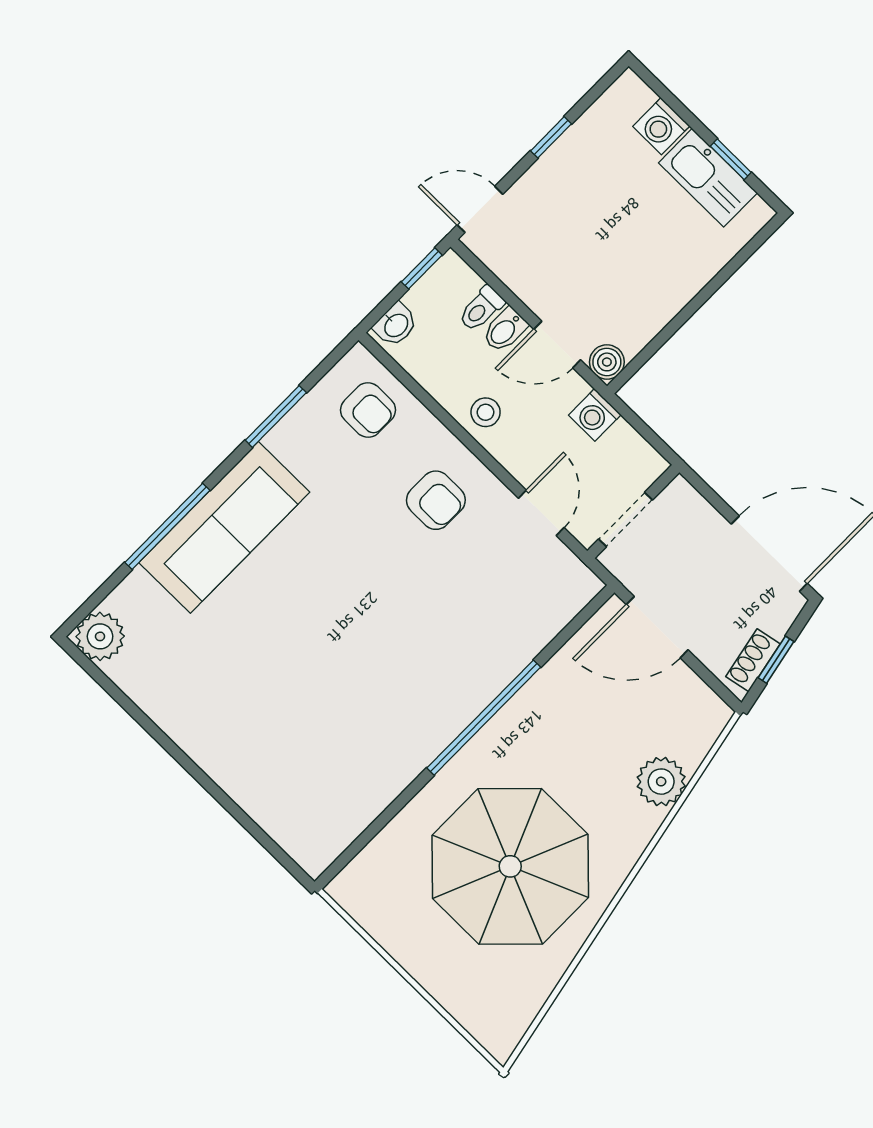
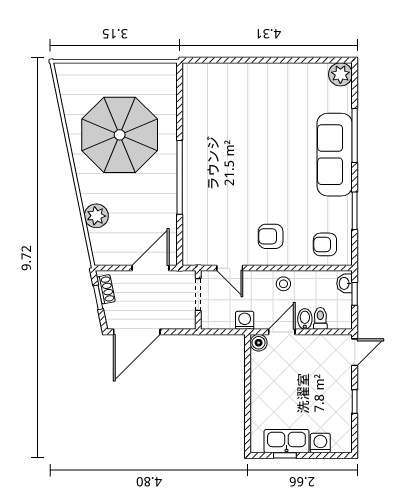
window: (422, 268) -> (355, 294), moved

